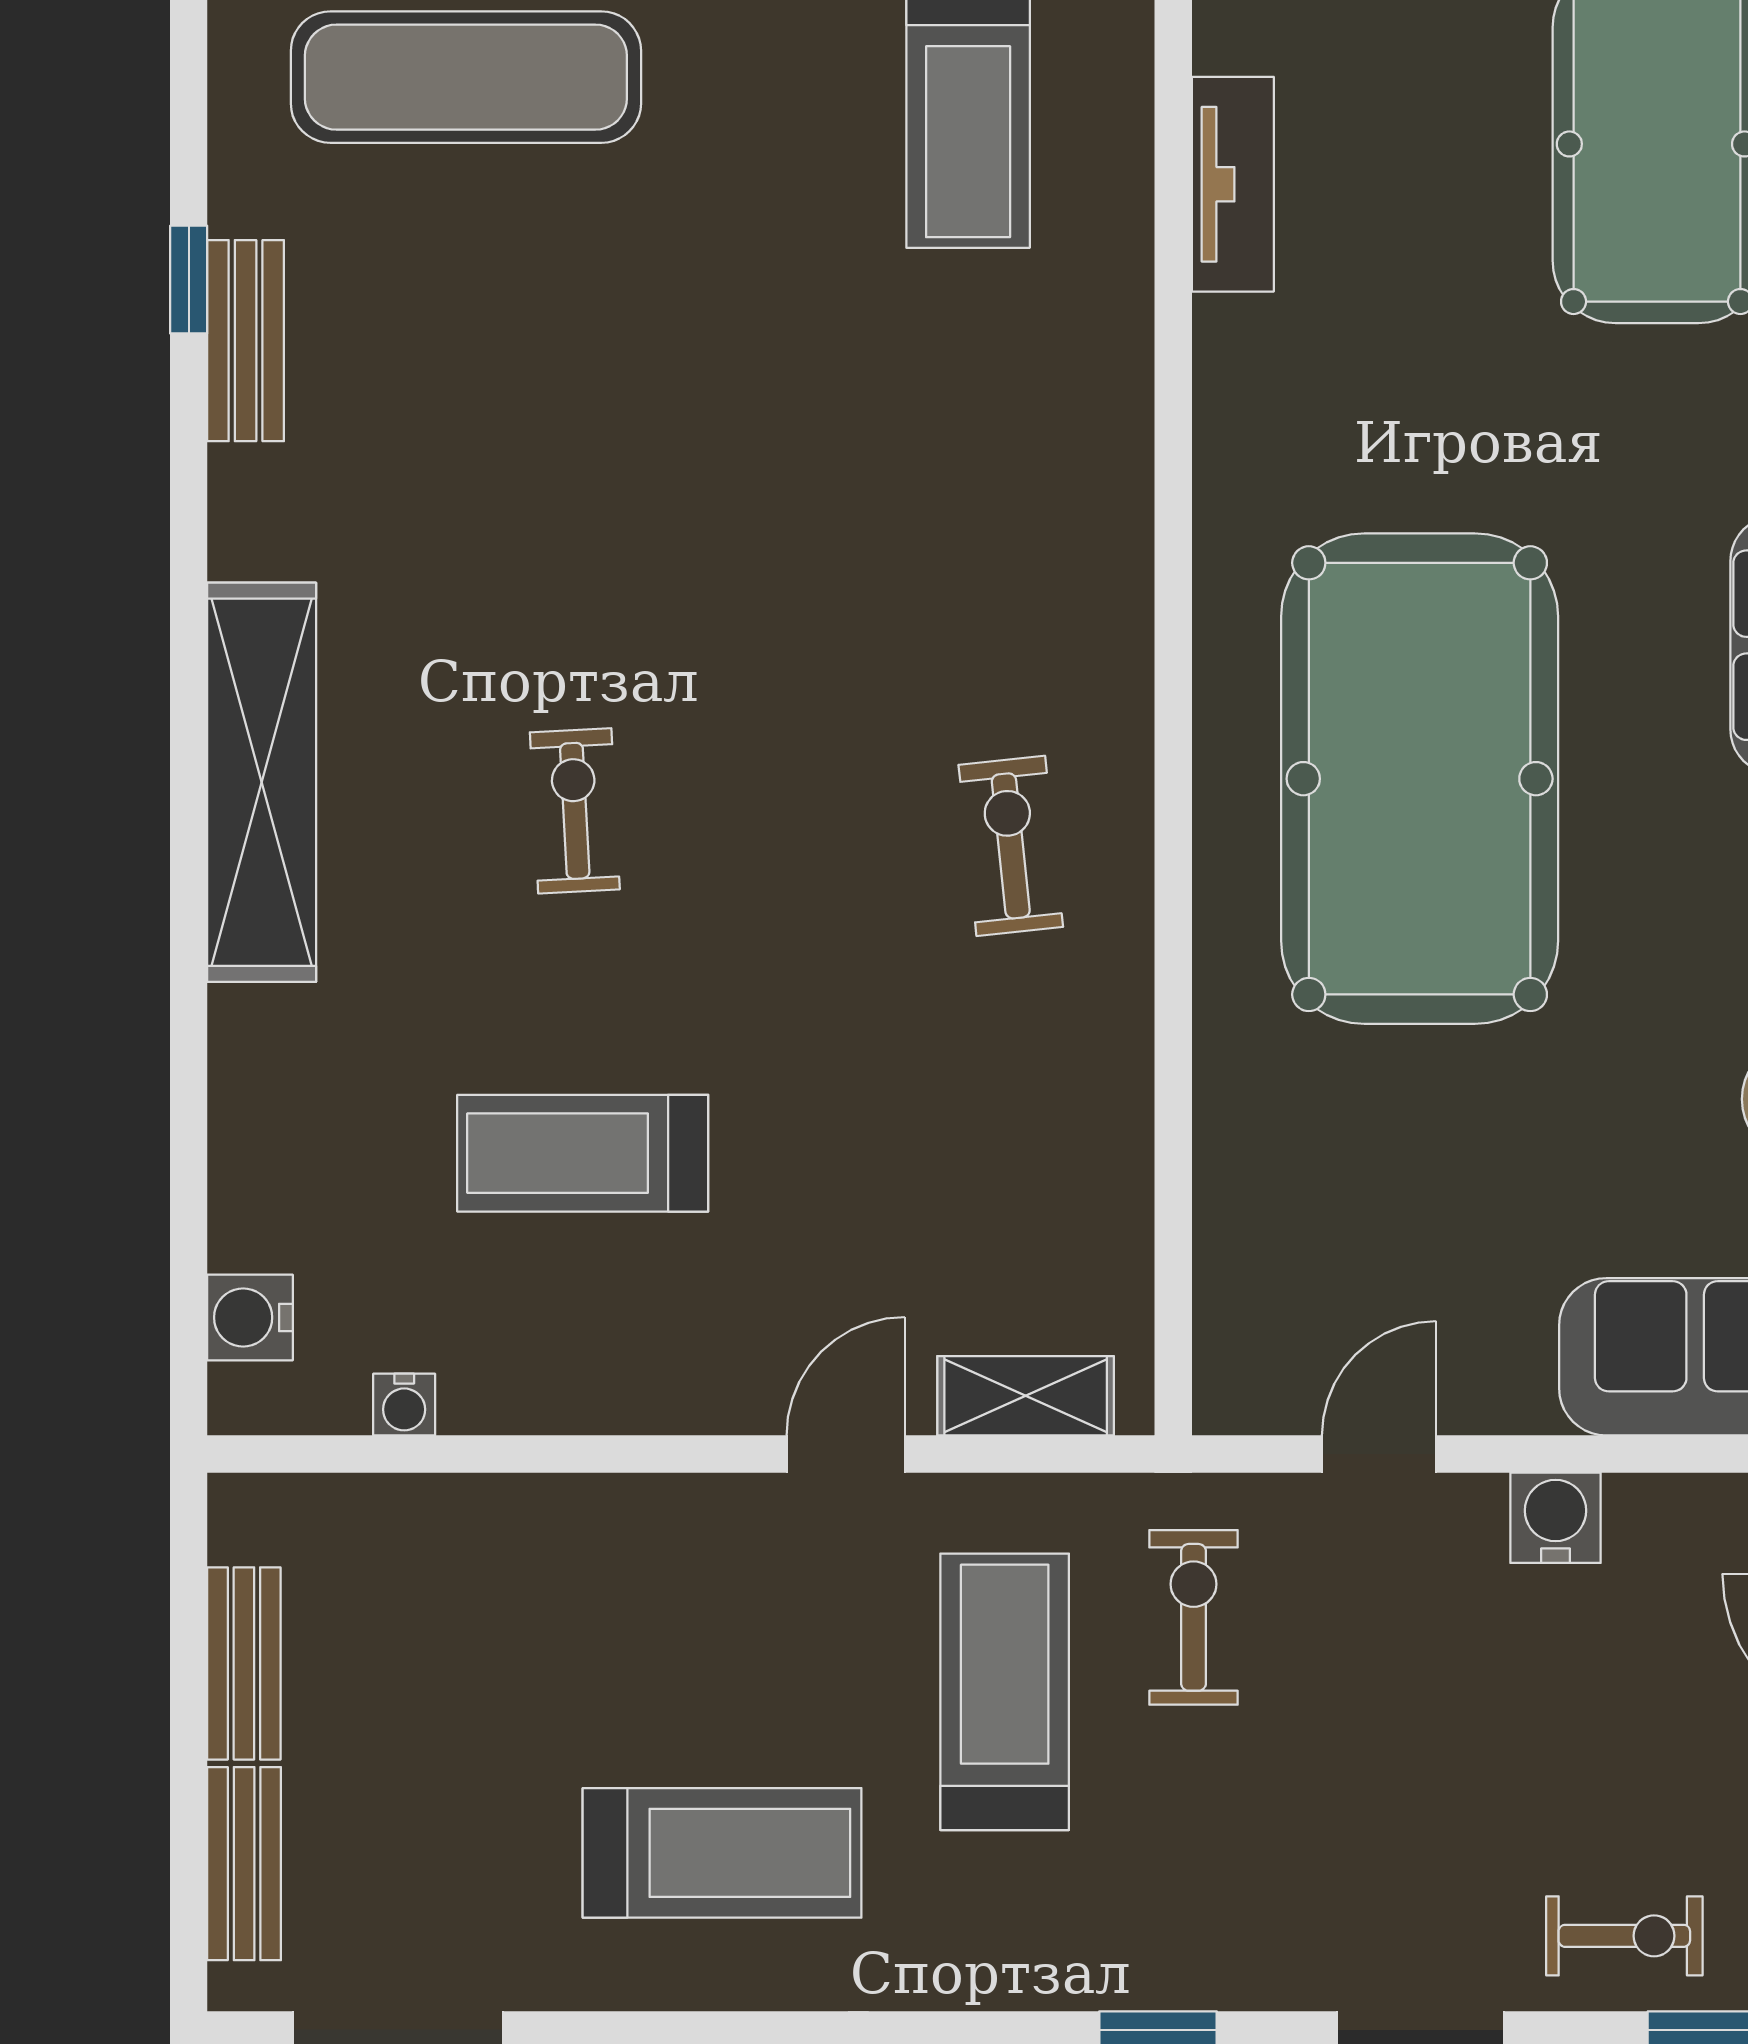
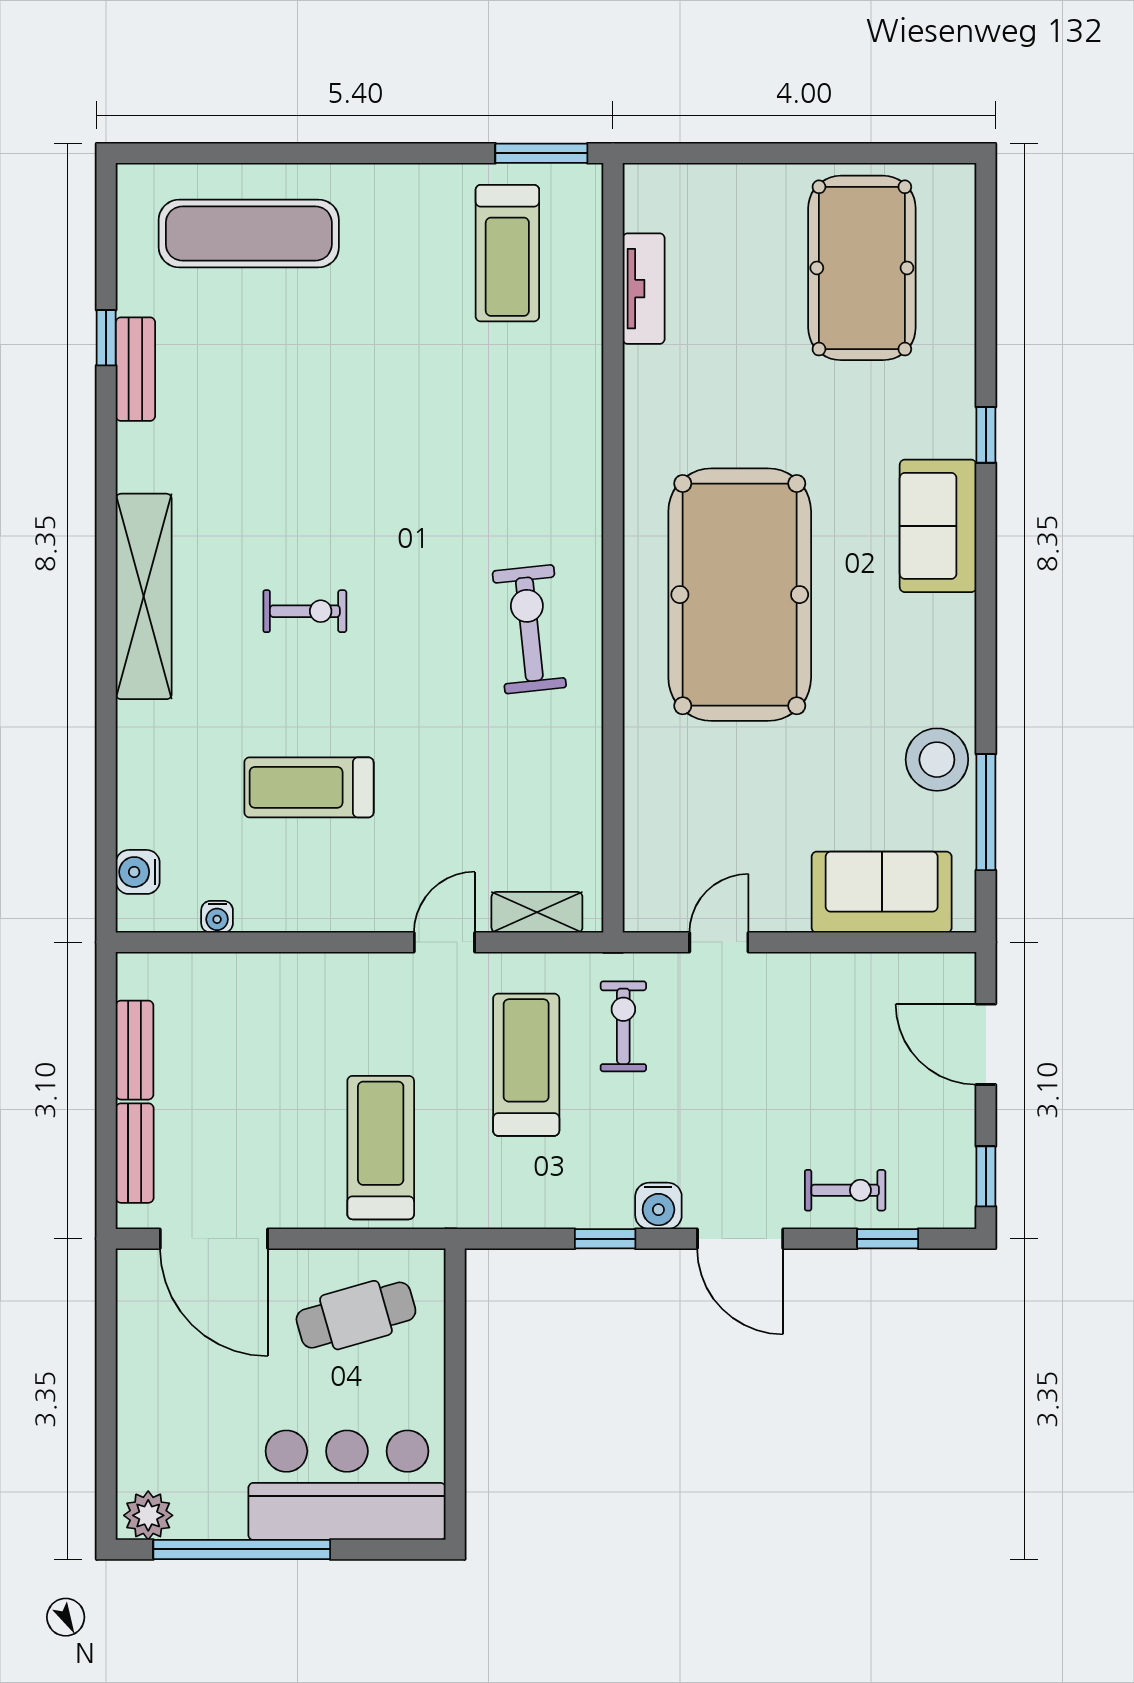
exercise bike: (575, 811) -> (305, 611), turned 93
exercise bike: (1011, 846) -> (529, 629), width x1.38, depth x1.39
water cooler: (1556, 1518) -> (658, 1206), moved, turned 180
treadmill: (722, 1853) -> (381, 1148), turned -90

